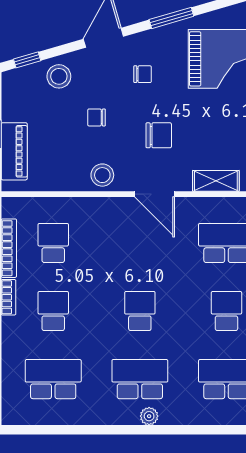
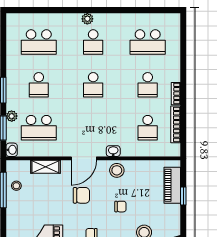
chair: (159, 135) -> (81, 195), turned 180
door: (155, 194) -> (84, 158), swing flipped
washbasin: (108, 206) -> (113, 151), added
school desk: (140, 379) -> (93, 42), width x0.54

